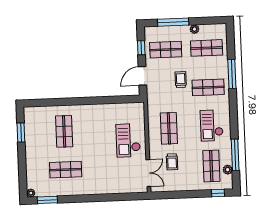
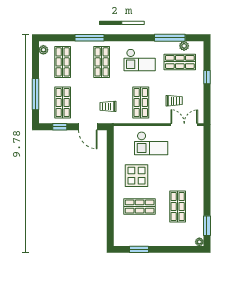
plant: (194, 29) -> (43, 50), moved
trolley: (181, 80) -> (108, 106), moved
display table: (95, 127) -> (136, 176), added
shop shelf: (169, 128) -> (141, 103), turned 90
window: (218, 193) -> (207, 77), moved

